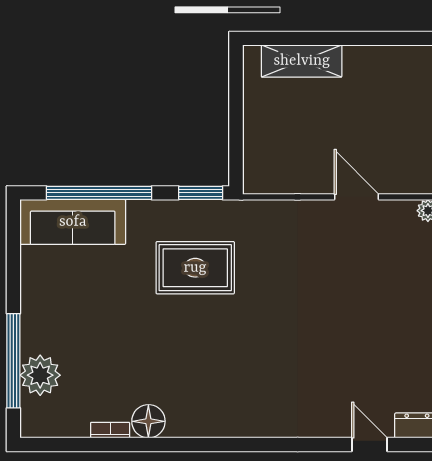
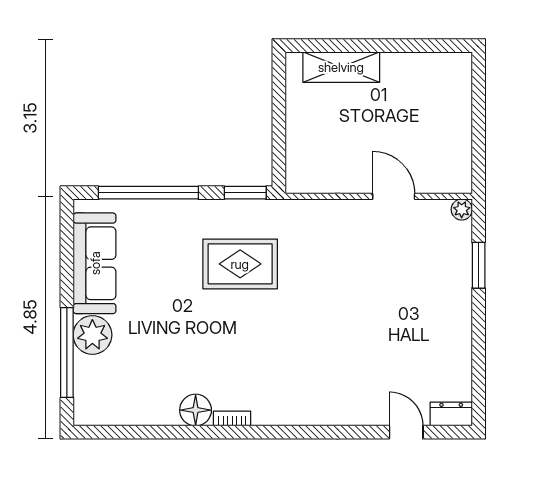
sofa: (73, 222) -> (95, 263), moved, turned -90
plant: (40, 375) -> (92, 335), moved
bookcase: (110, 430) -> (232, 419), moved

